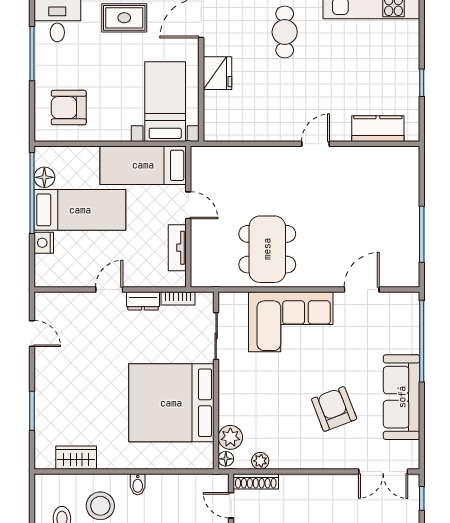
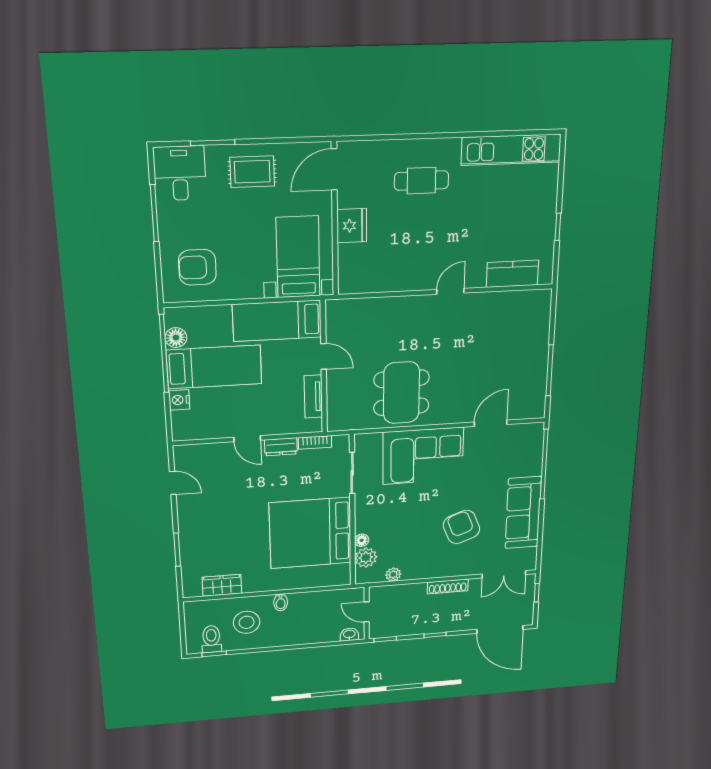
cafe table: (285, 32) -> (421, 181), turned 90
door: (109, 290) -> (247, 439), swing flipped
floor lamp: (226, 459) -> (362, 540), moved
shoe rack: (256, 481) -> (448, 586), moved

